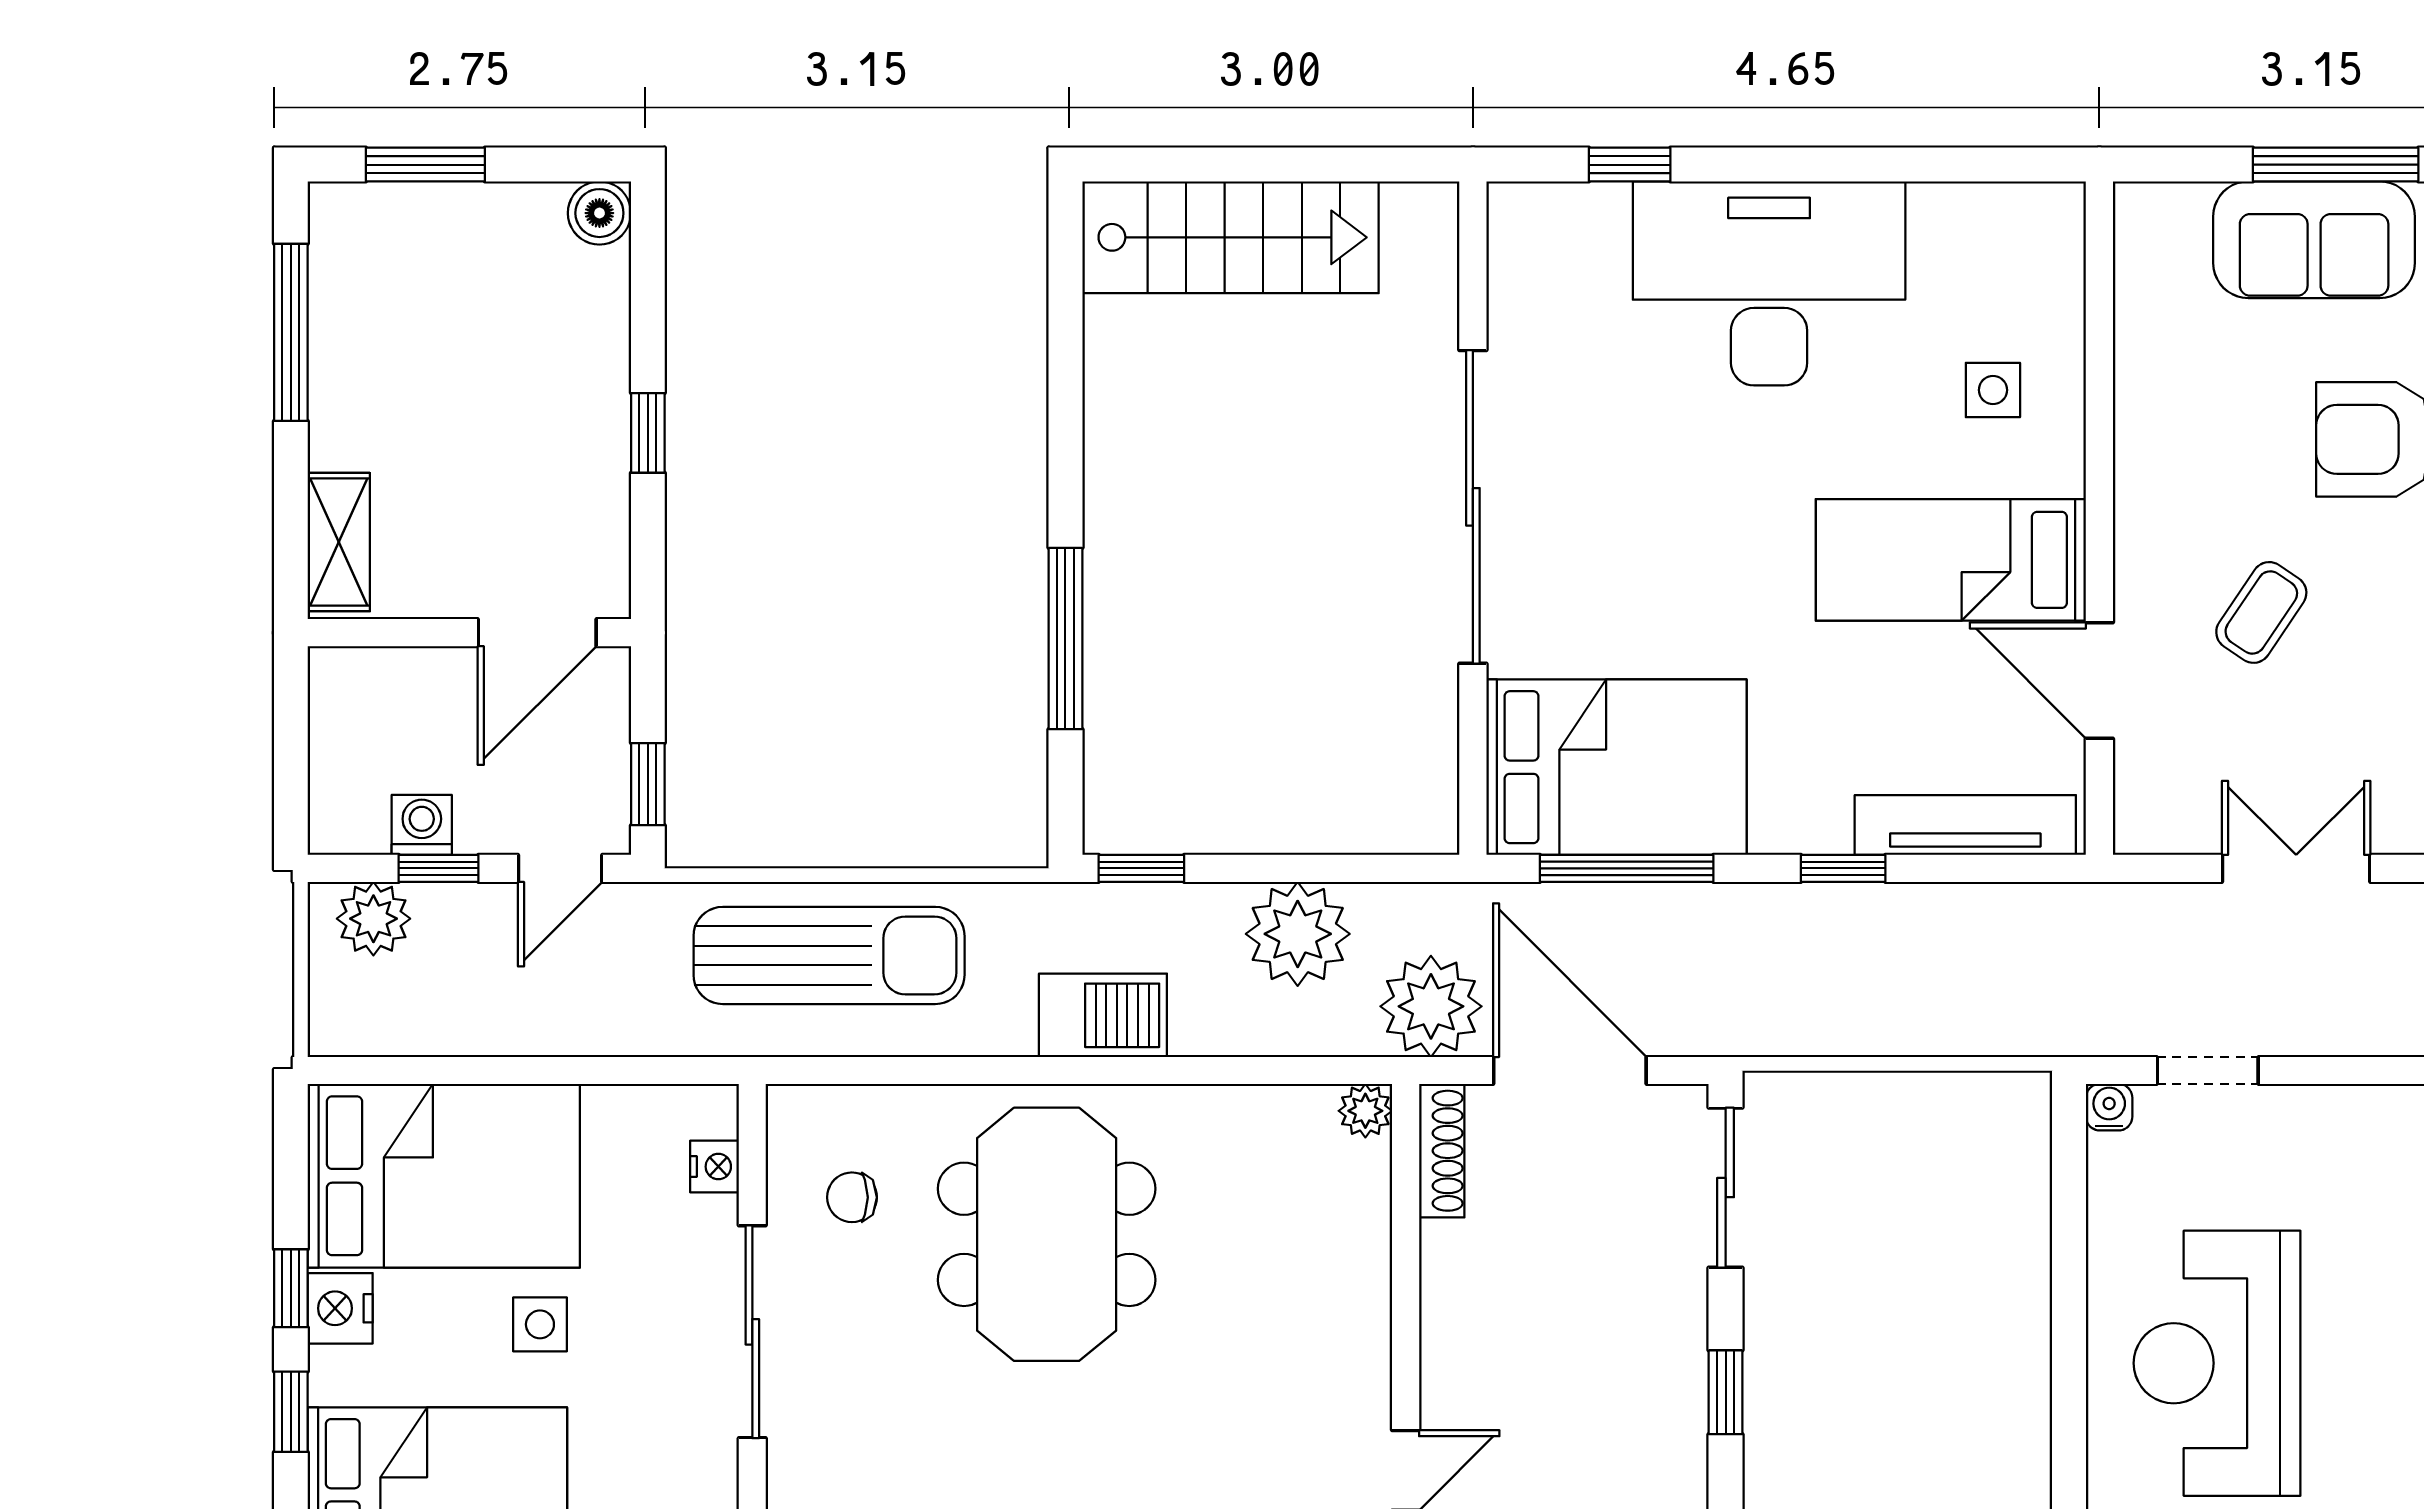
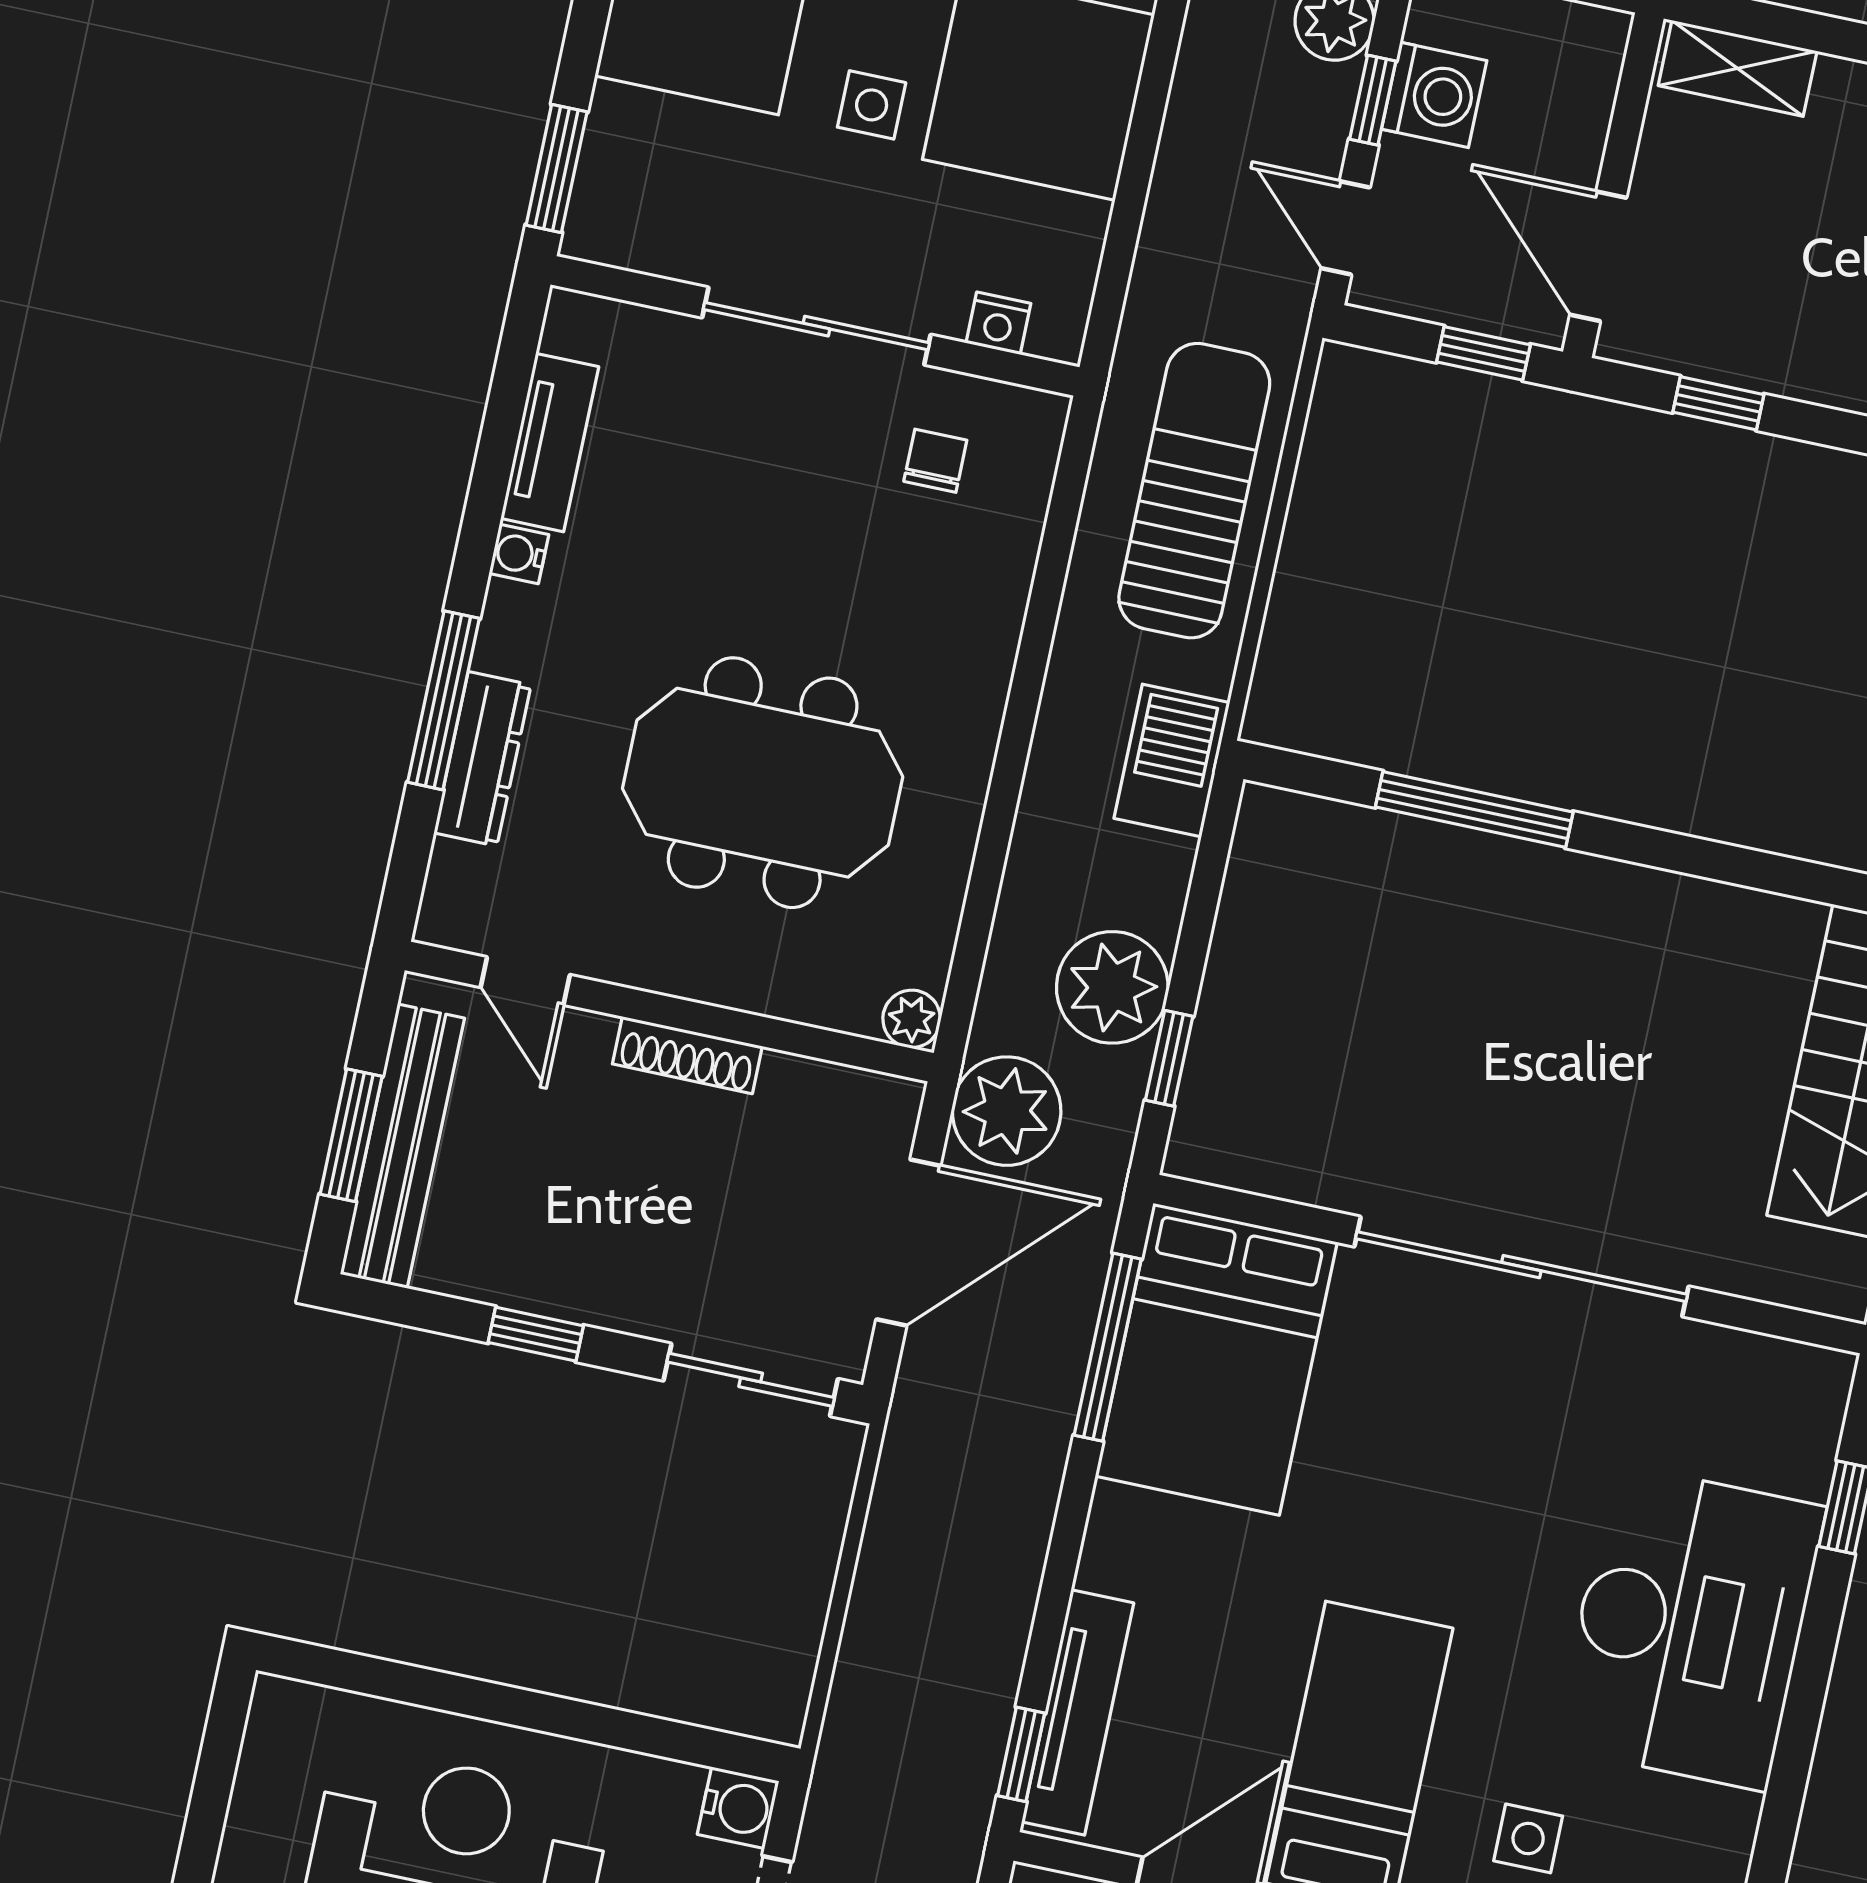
window: (648, 433) -> (1718, 403), moved
window: (648, 784) -> (1483, 353), moved
washing machine: (422, 825) -> (1434, 95), width x1.38, depth x1.38
window: (1141, 868) -> (1169, 1058), moved
window: (1843, 868) -> (1021, 1754), moved
sun lounger: (829, 955) -> (1194, 491), turned 180
barbecue: (1103, 1015) -> (1172, 760), moved, turned 180
water cooler: (2109, 1107) -> (738, 1808), width x1.38, depth x1.38
shoe rack: (1442, 1151) -> (687, 1055), moved
meeting table: (1047, 1234) -> (763, 783), moved

